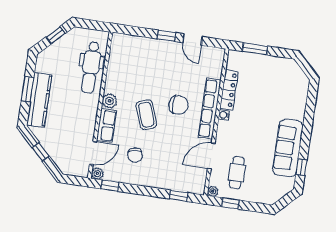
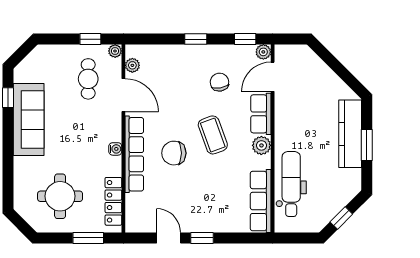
row of seats: (117, 58) -> (261, 201), added
round table: (272, 85) -> (60, 196), added
locker: (229, 90) -> (113, 201), moved
window: (41, 152) -> (339, 69), removed
door: (211, 156) -> (123, 95), hinge flipped
plant: (201, 178) -> (132, 65), added
window: (179, 196) -> (196, 39), moved

